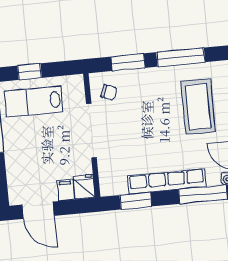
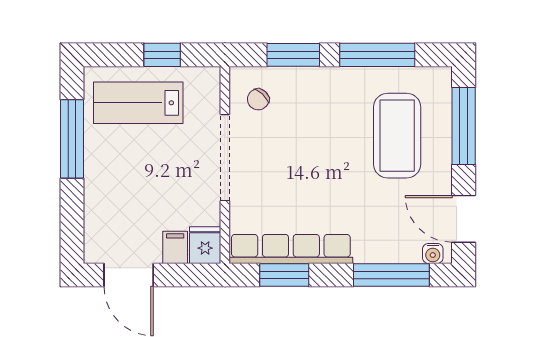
window: (30, 72) -> (162, 55), moved
chair: (109, 92) -> (258, 99), turned 112
row of seats: (167, 181) -> (291, 249), moved

